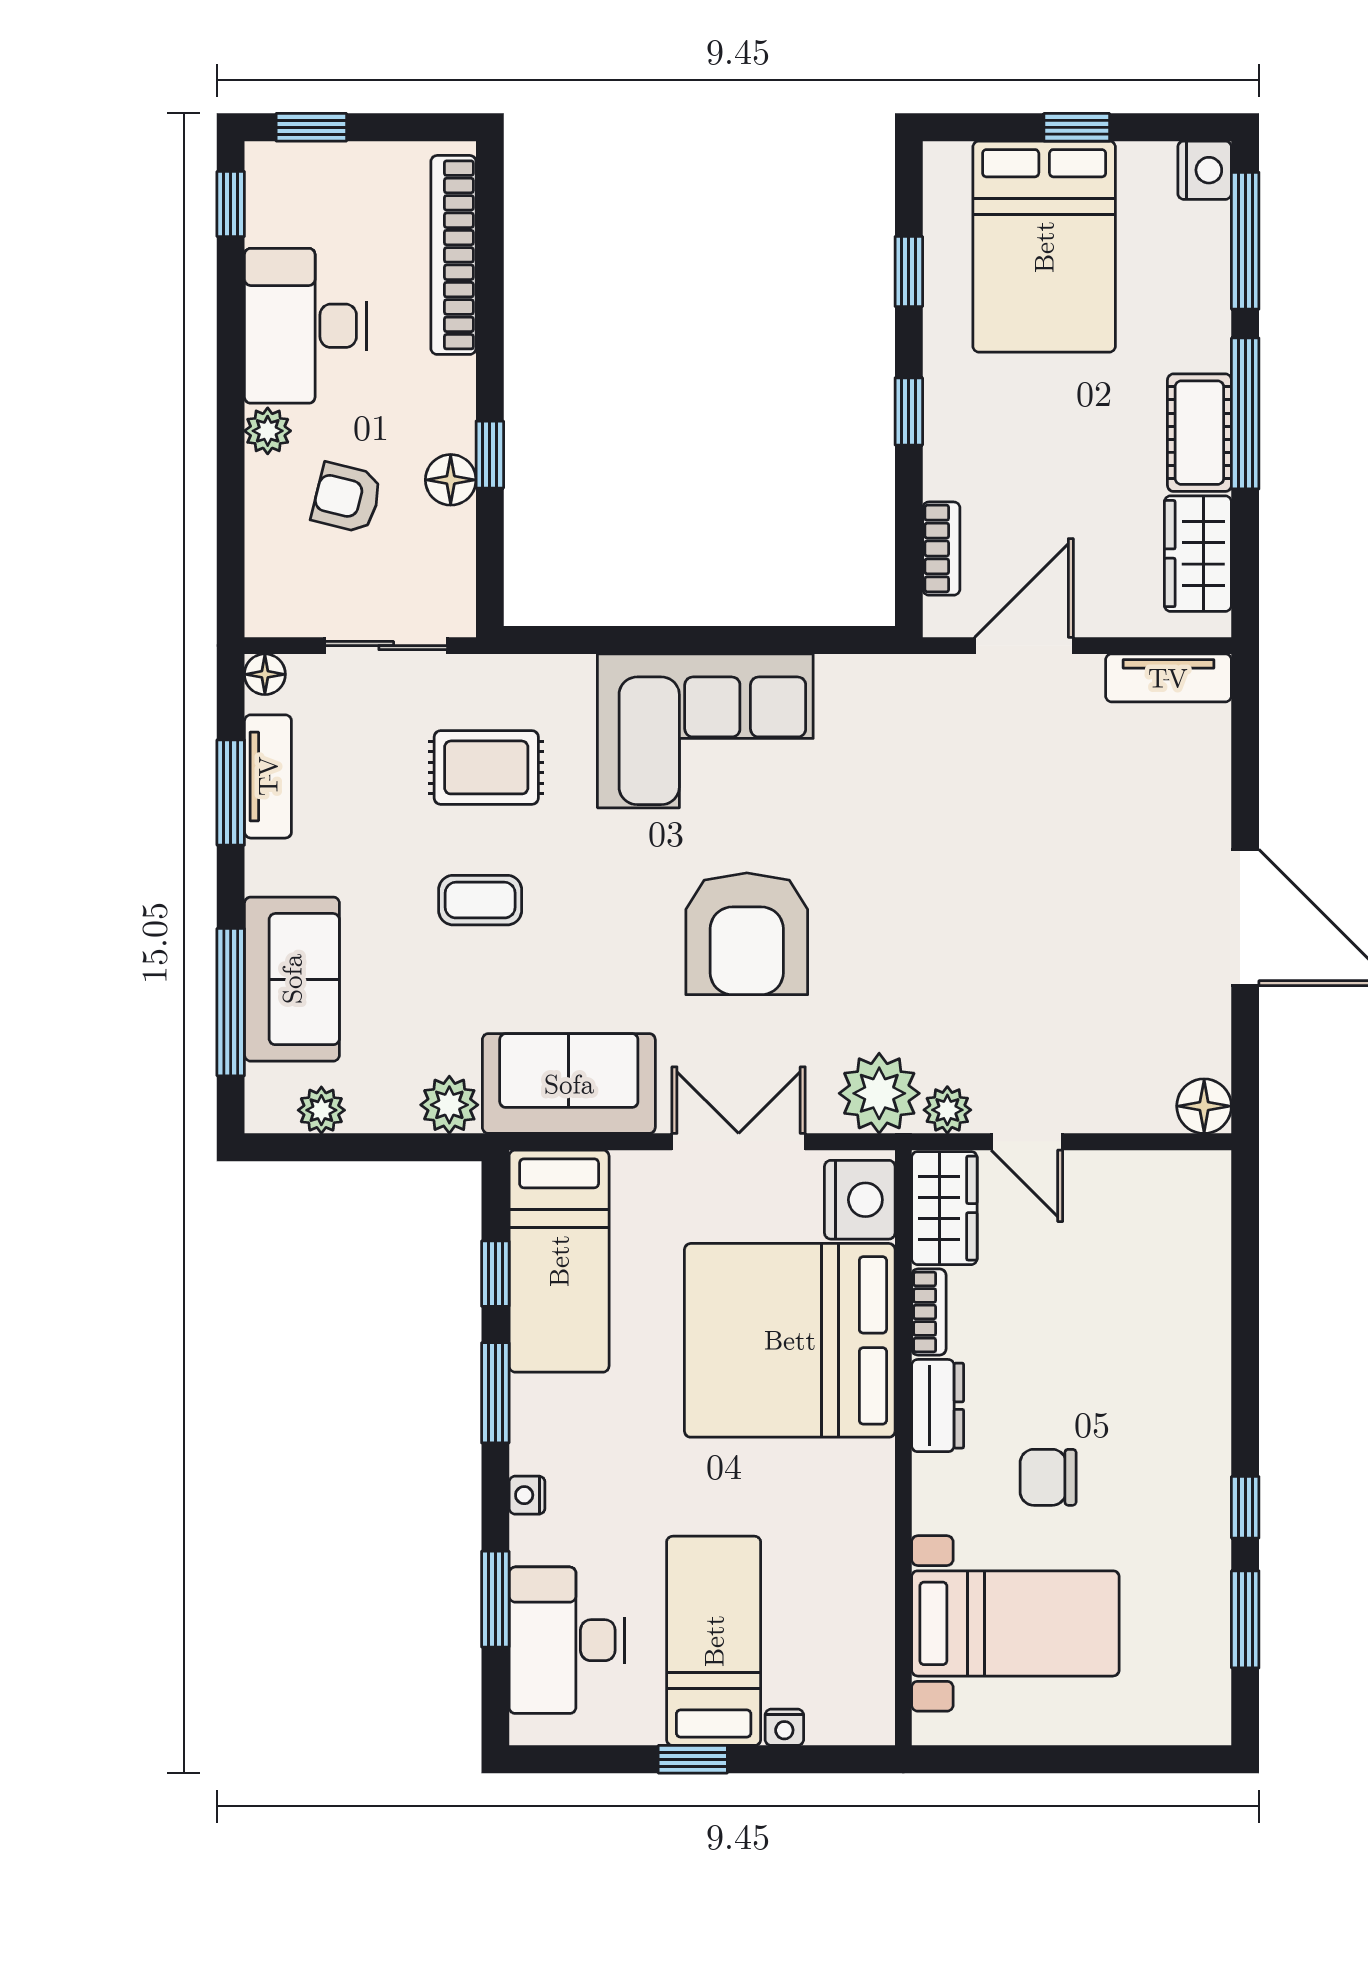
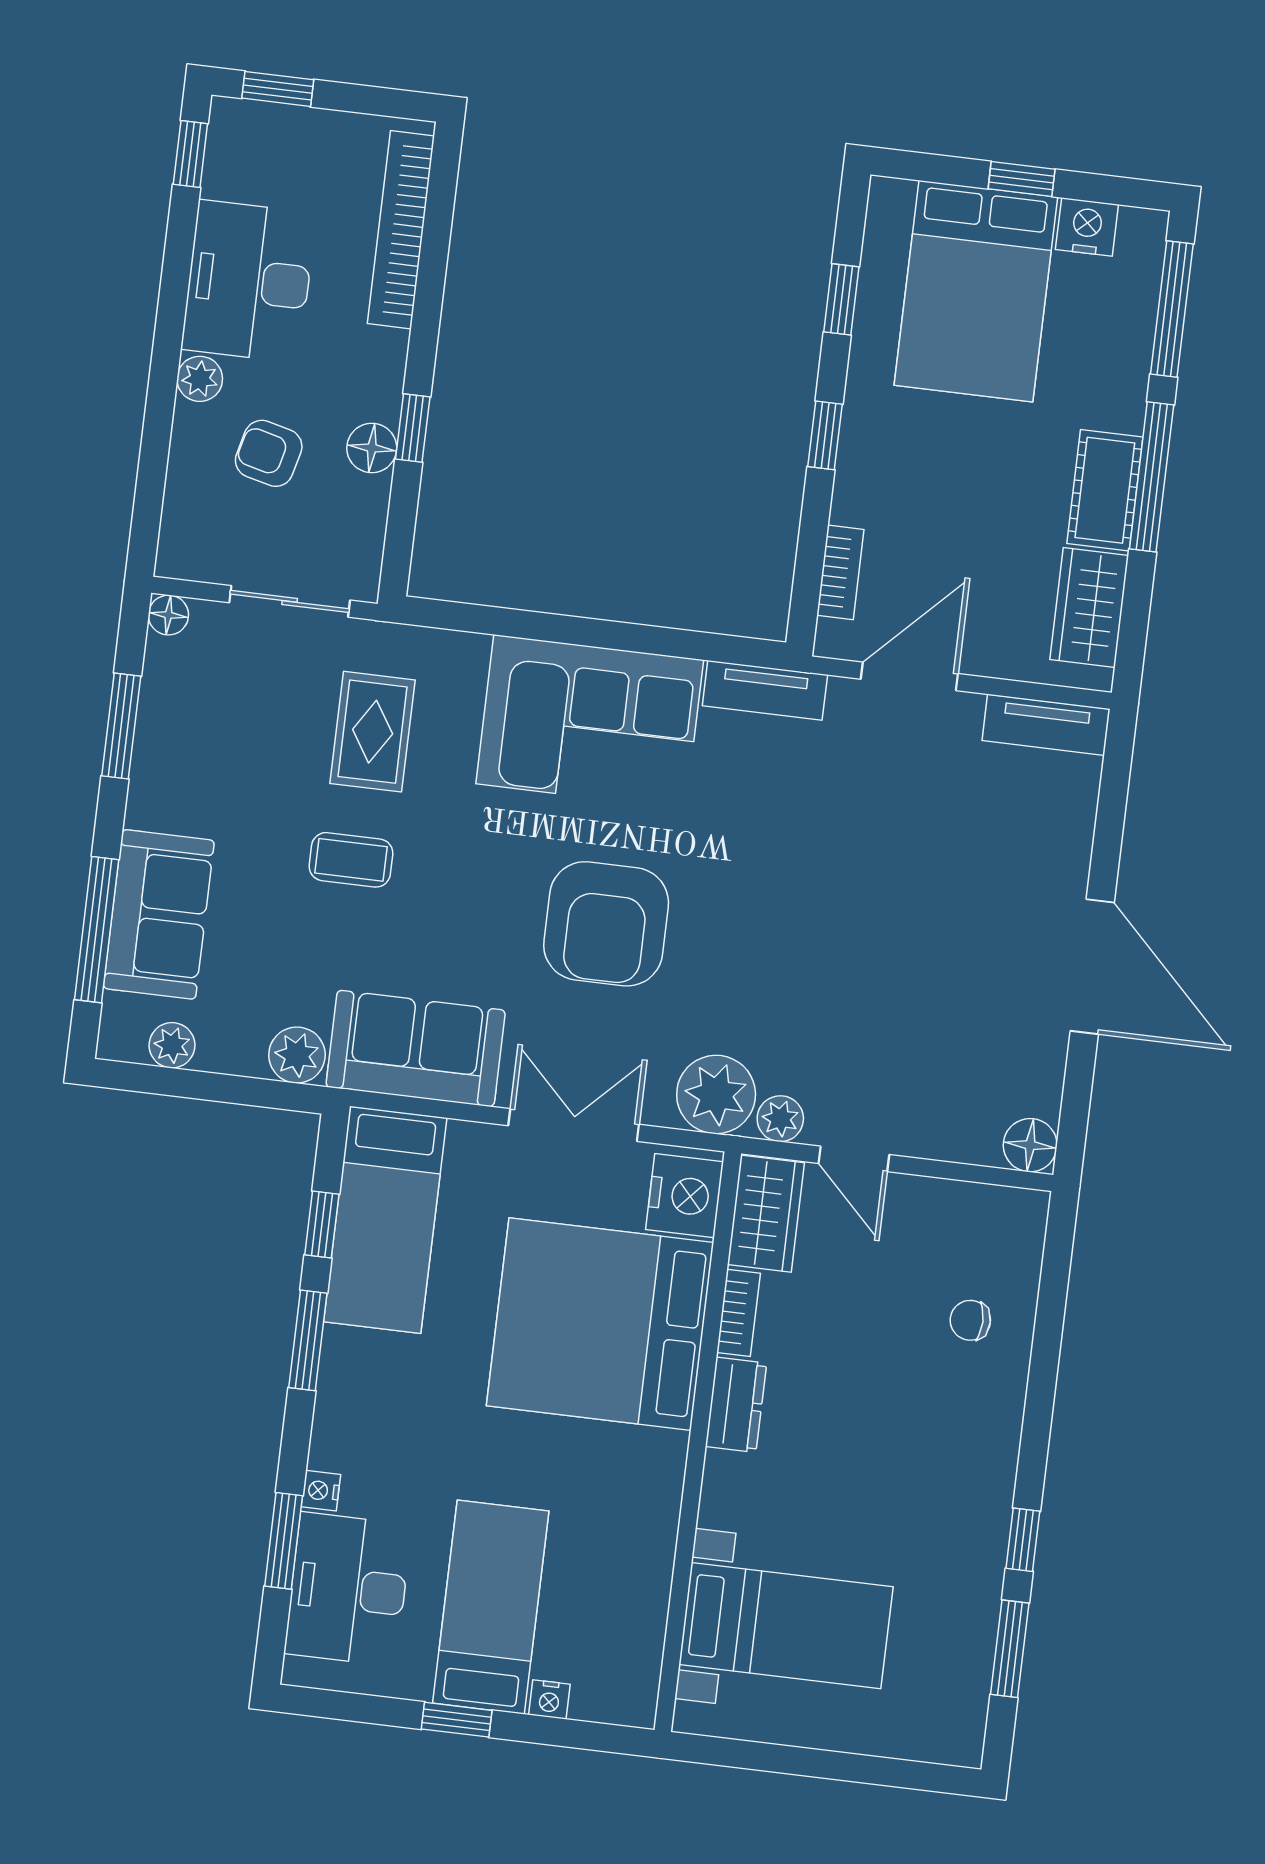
nightstand: (1205, 170) -> (1087, 227), moved, turned -90
rug: (486, 767) -> (373, 732), turned 90
tv unit: (268, 776) -> (765, 690), moved, turned 90
chair: (1048, 1477) -> (970, 1320), moved, width x0.73, depth x0.73
nightstand: (527, 1495) -> (321, 1491), moved

